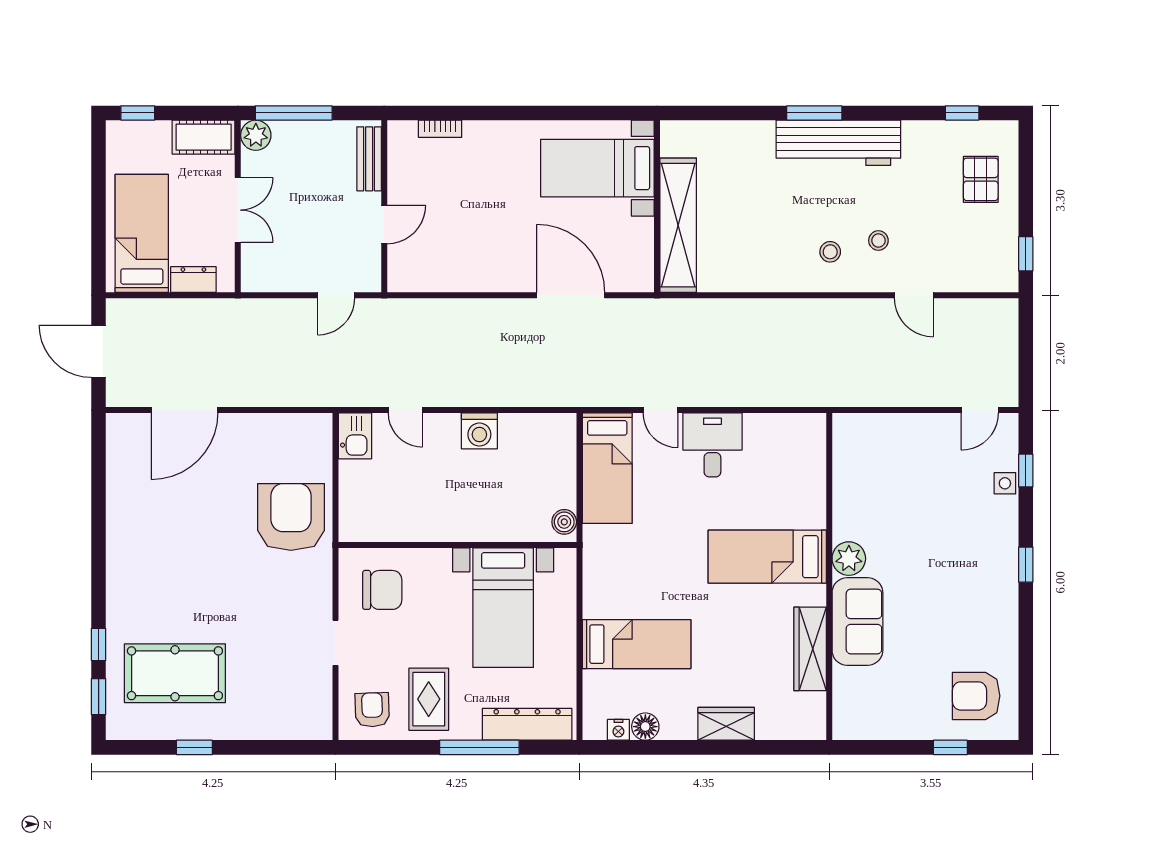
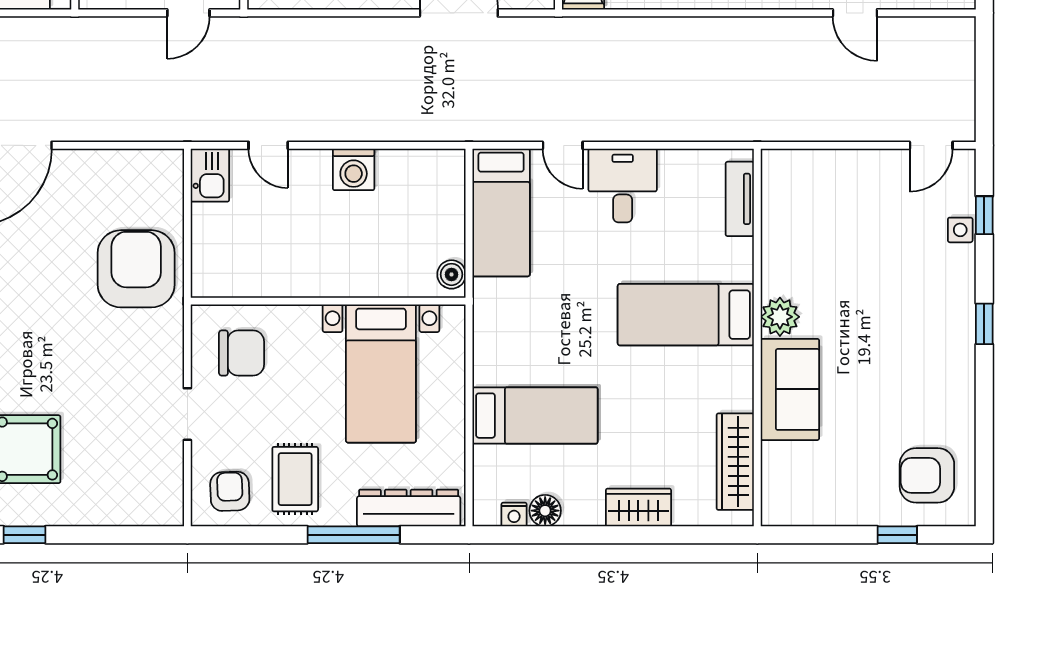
tv unit: (814, 456) -> (740, 199), added
wardrobe: (810, 649) -> (735, 462), moved

